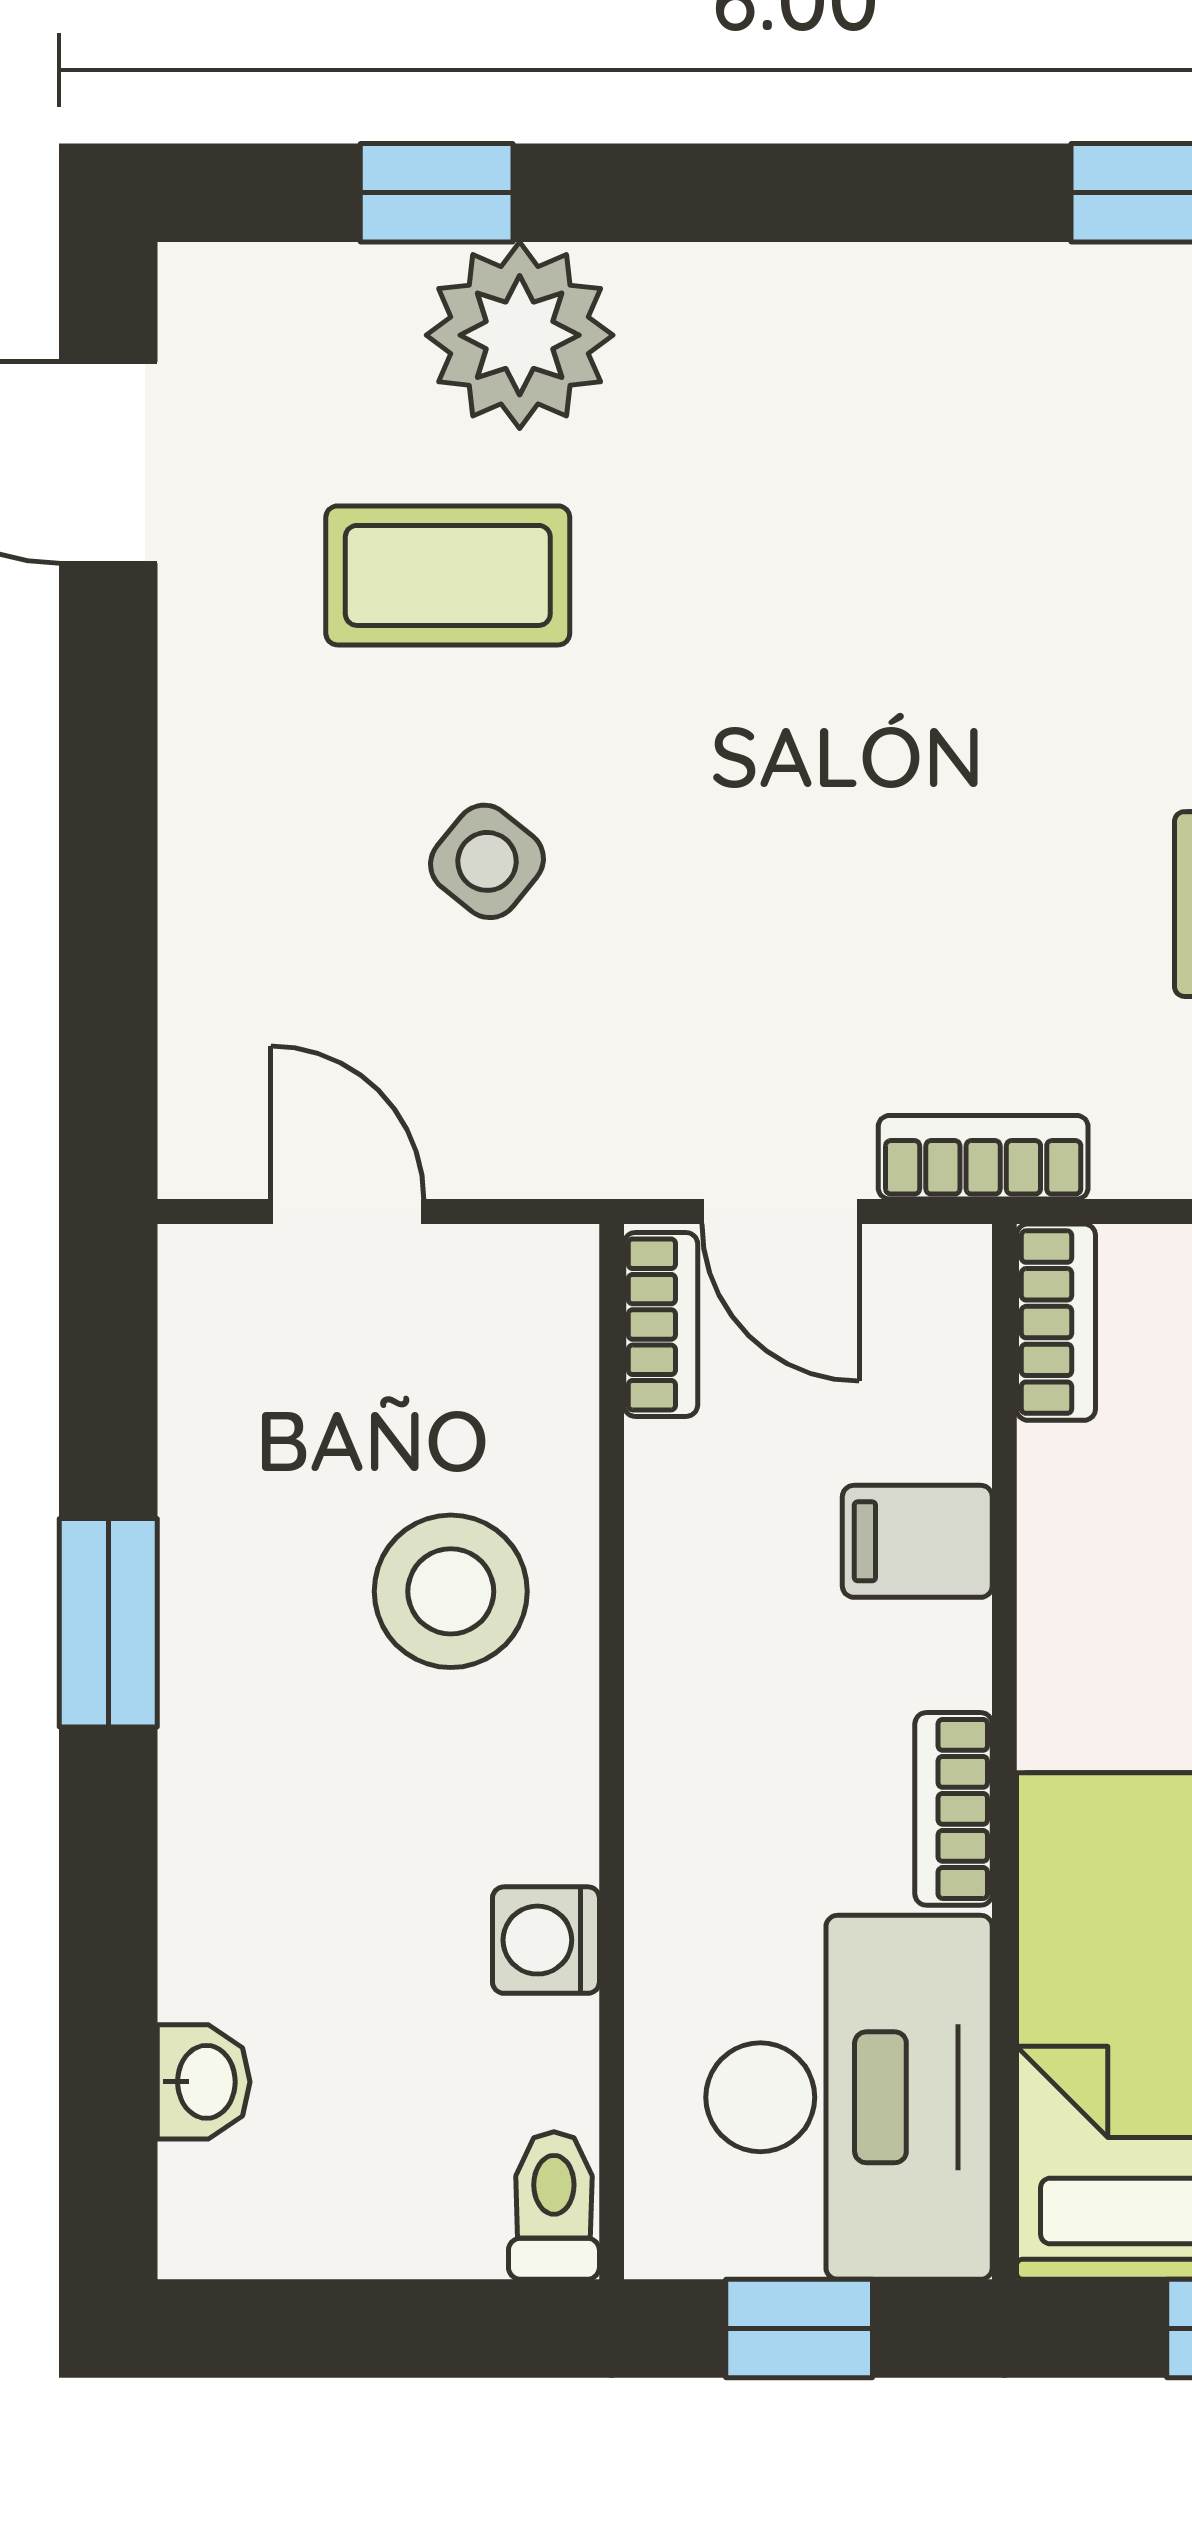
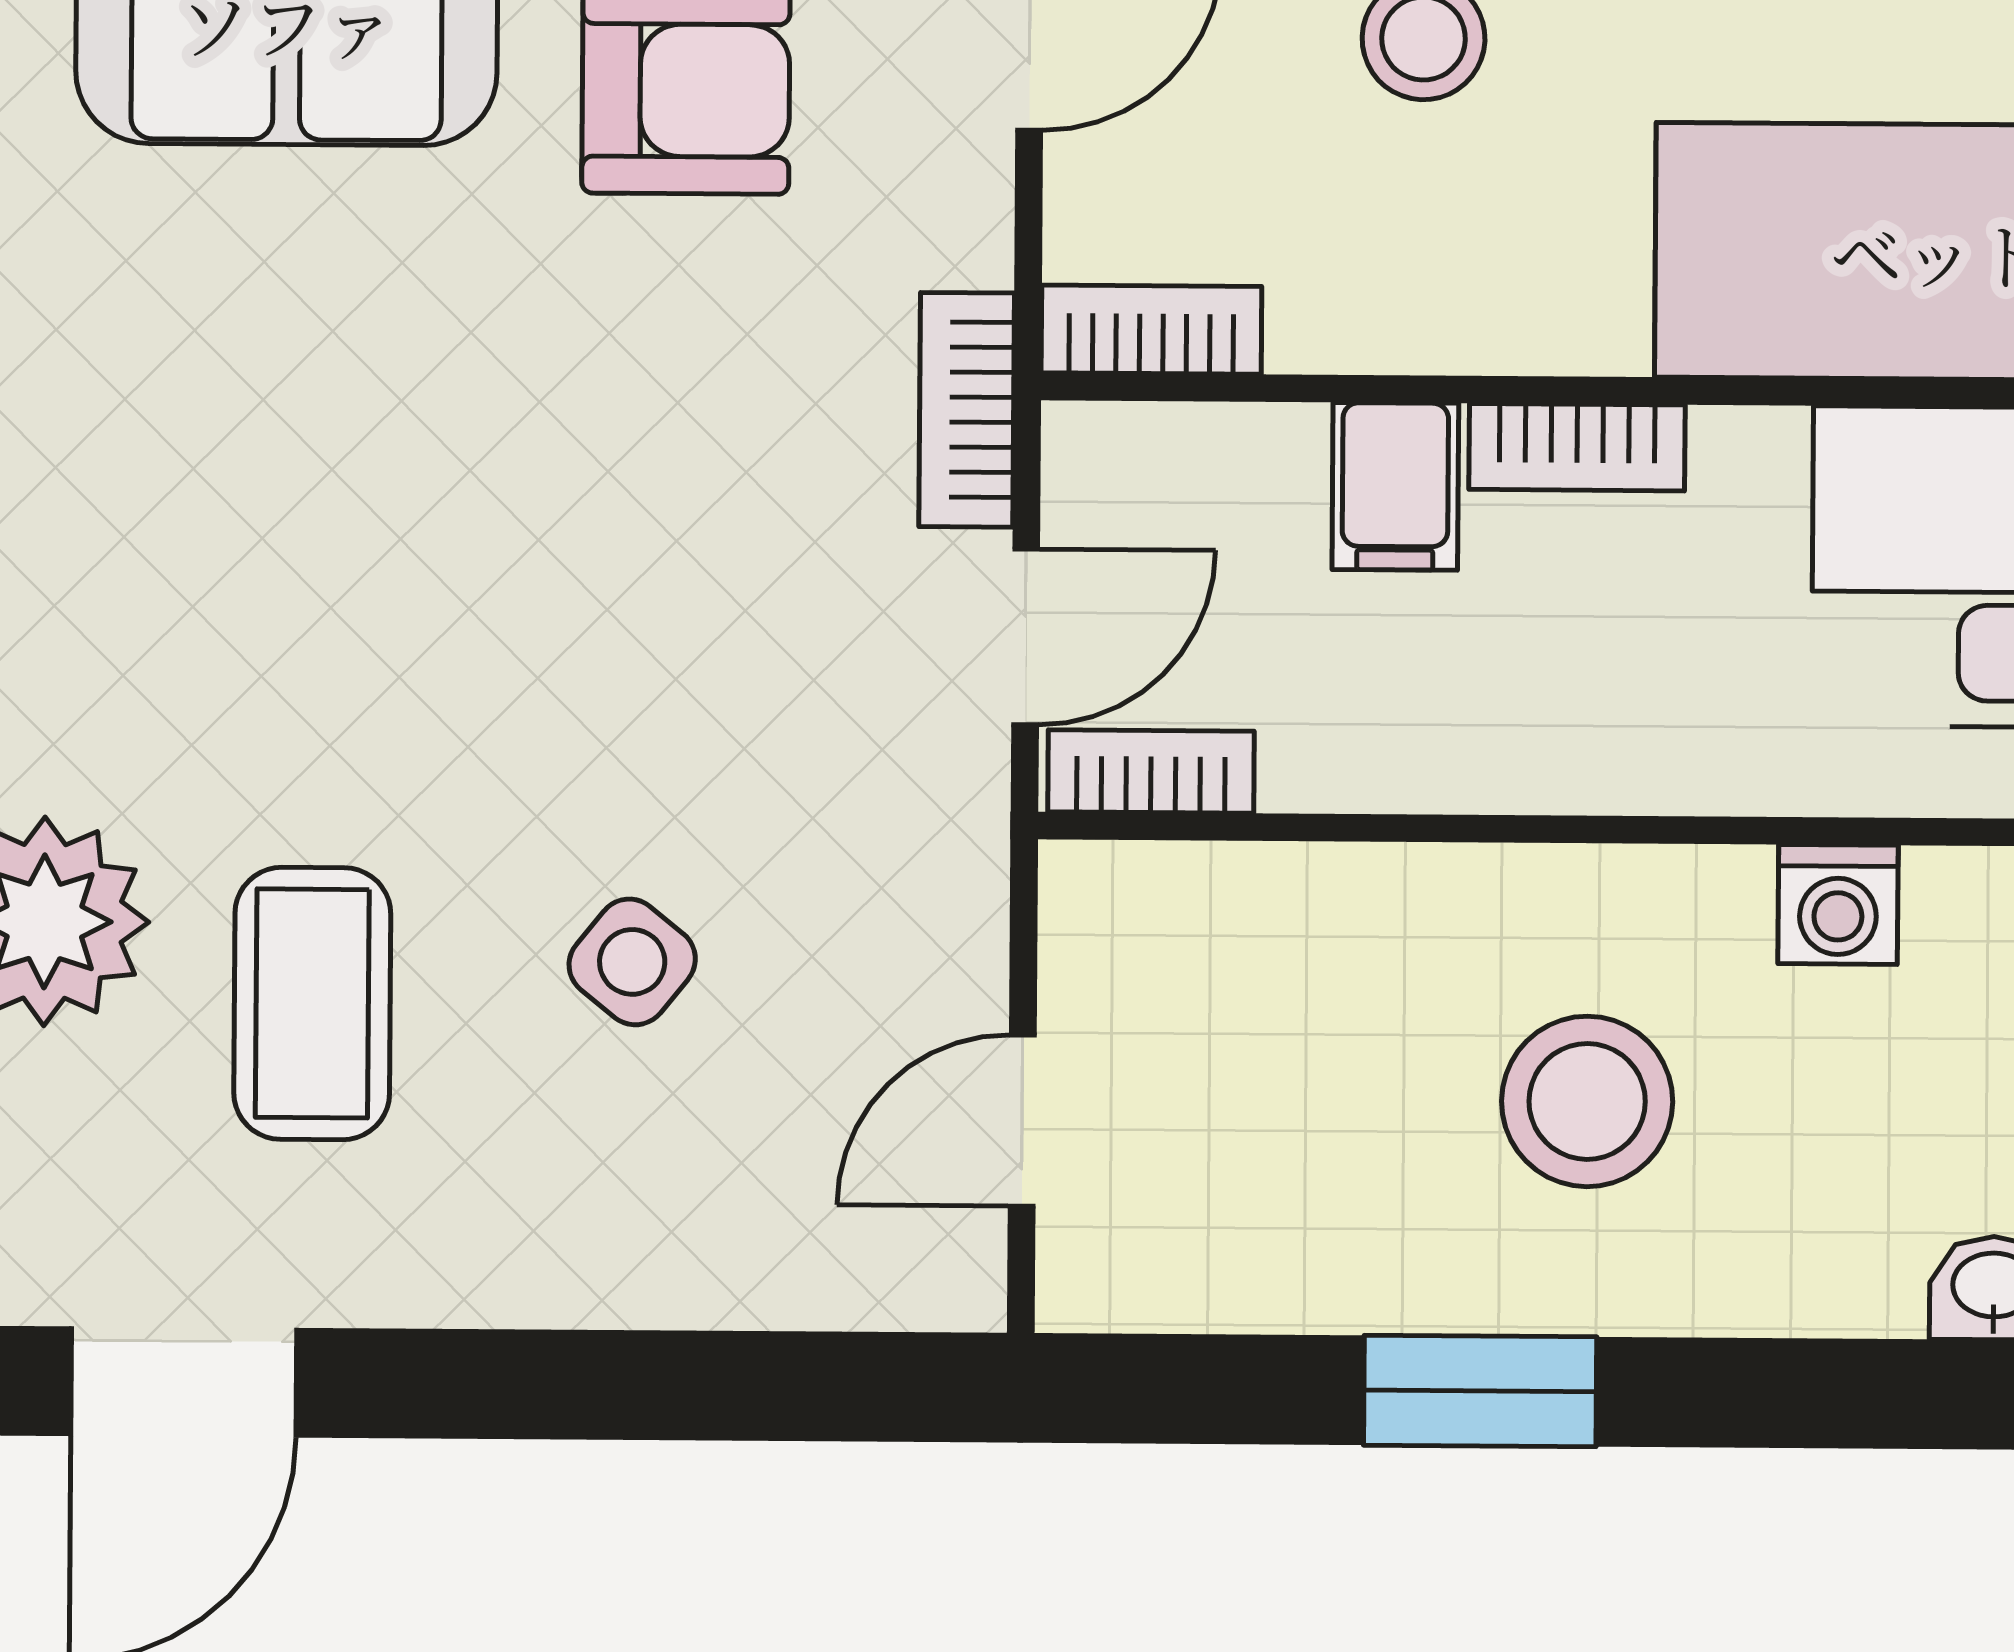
stool: (451, 1591) -> (1587, 1101), moved
bookcase: (954, 1809) -> (1577, 447), moved

